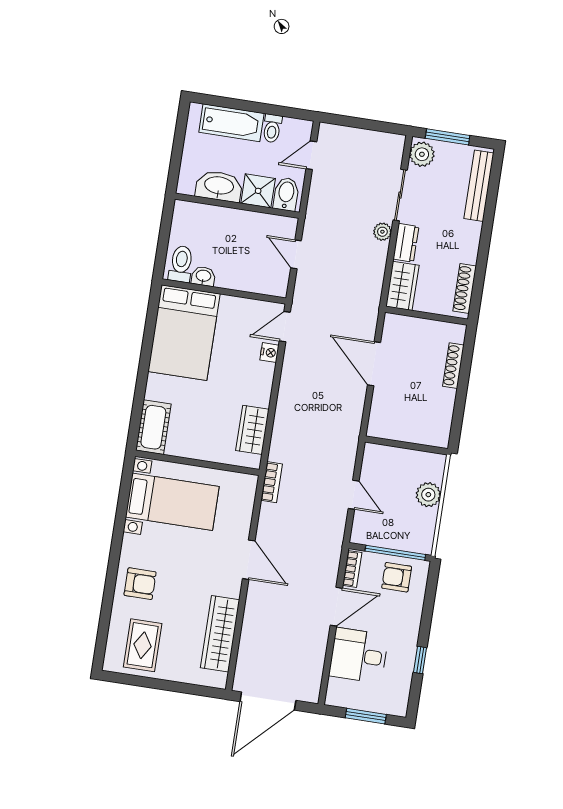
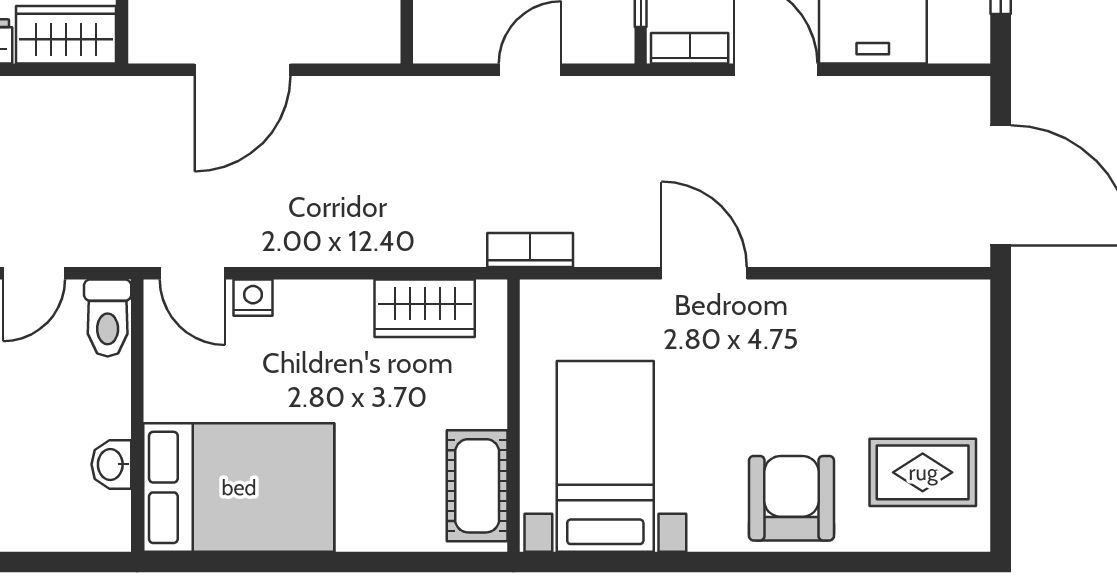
toilet: (181, 264) -> (108, 318), moved, turned -90
cot: (153, 427) -> (477, 486), moved, turned 90
door: (249, 560) -> (704, 273), hinge flipped
armchair: (140, 584) -> (791, 498), width x1.38, depth x1.38
wardrobe: (220, 634) -> (872, 310), removed

